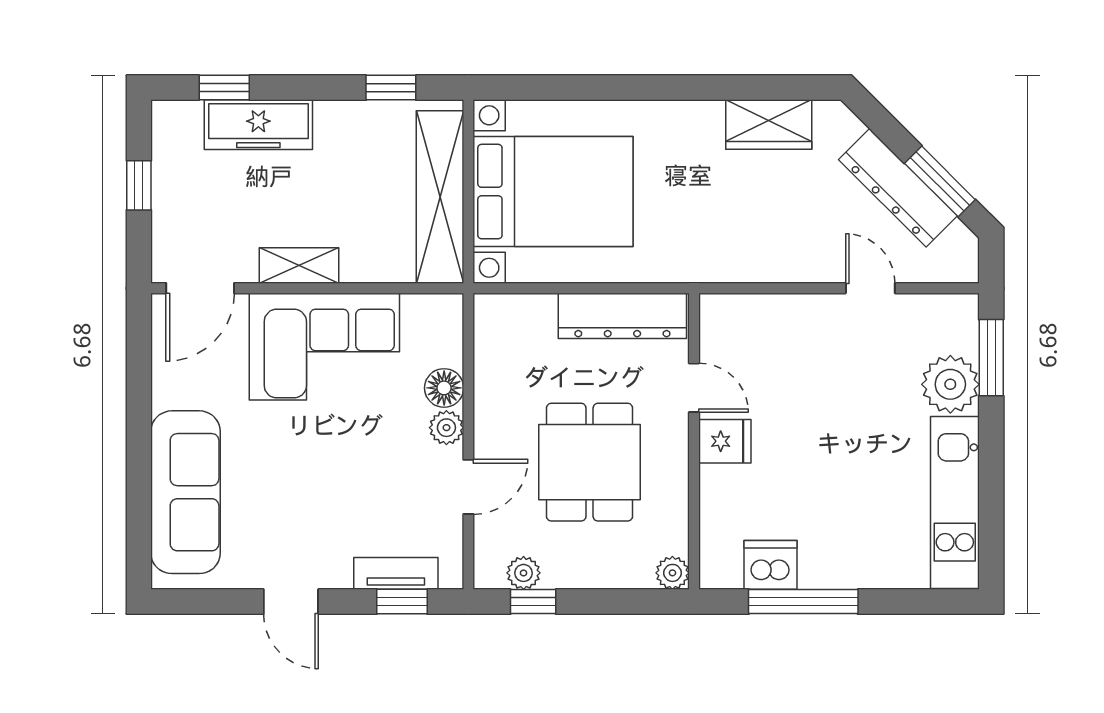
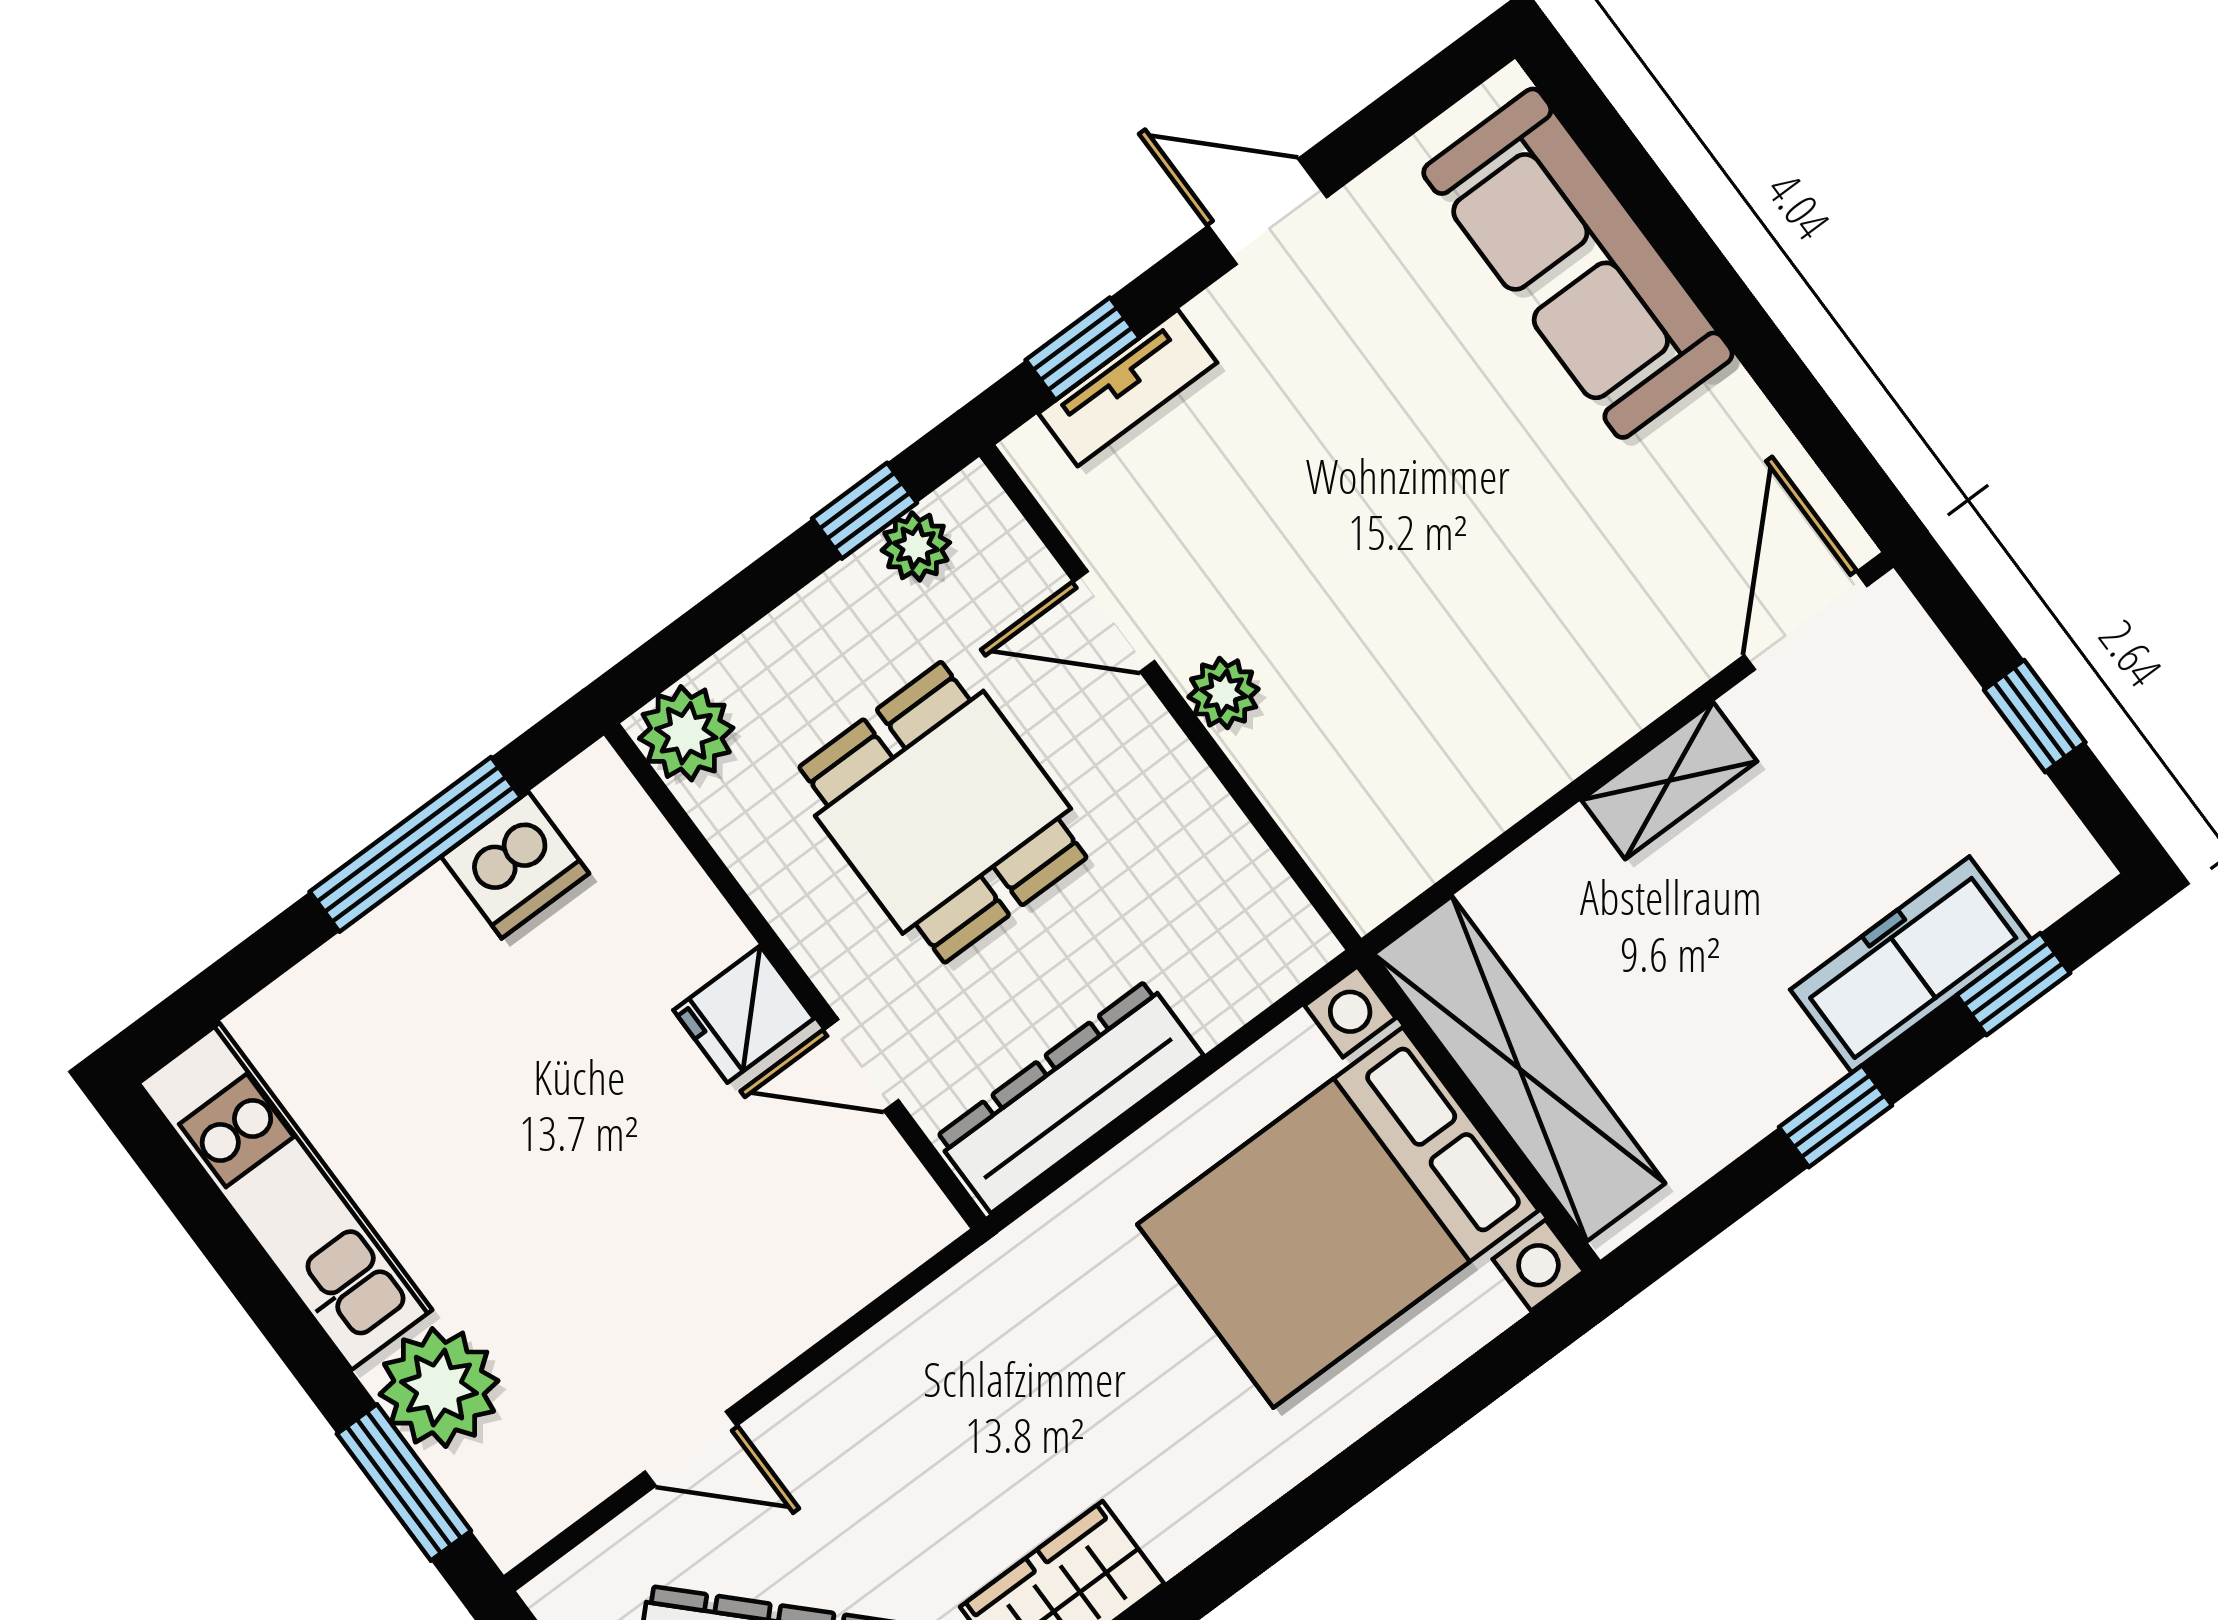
window: (391, 88) -> (1836, 1116), moved
corner sofa: (324, 347) -> (1527, 677), removed
floor lamp: (444, 388) -> (1277, 756), removed
door: (468, 487) -> (1114, 621), hinge flipped
plant: (672, 573) -> (686, 733), width x1.38, depth x1.38

